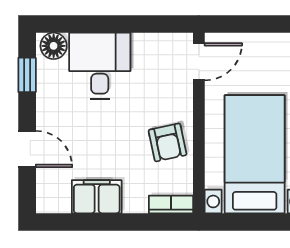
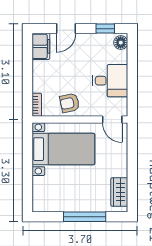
desk: (100, 66) -> (110, 81), moved
filing cabinet: (97, 197) -> (41, 46), moved

